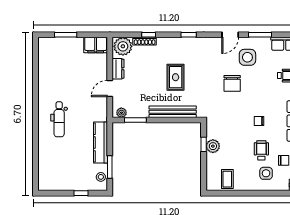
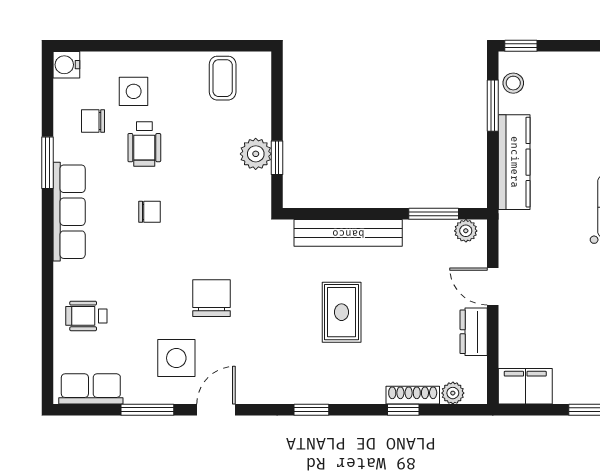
plant: (123, 46) -> (453, 393), width x0.53, depth x0.53
door: (110, 88) -> (493, 286), swing flipped
window: (81, 193) -> (521, 46), moved

